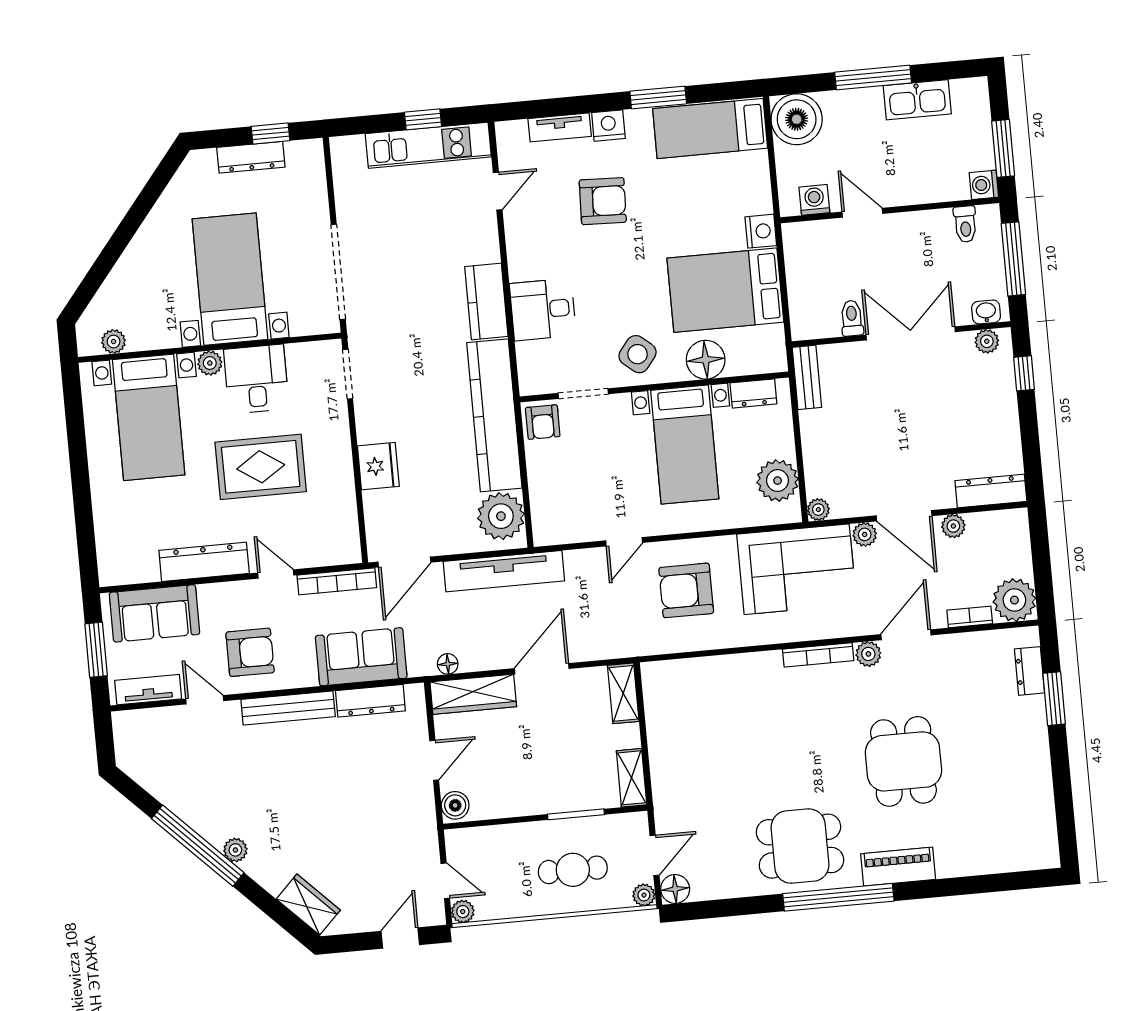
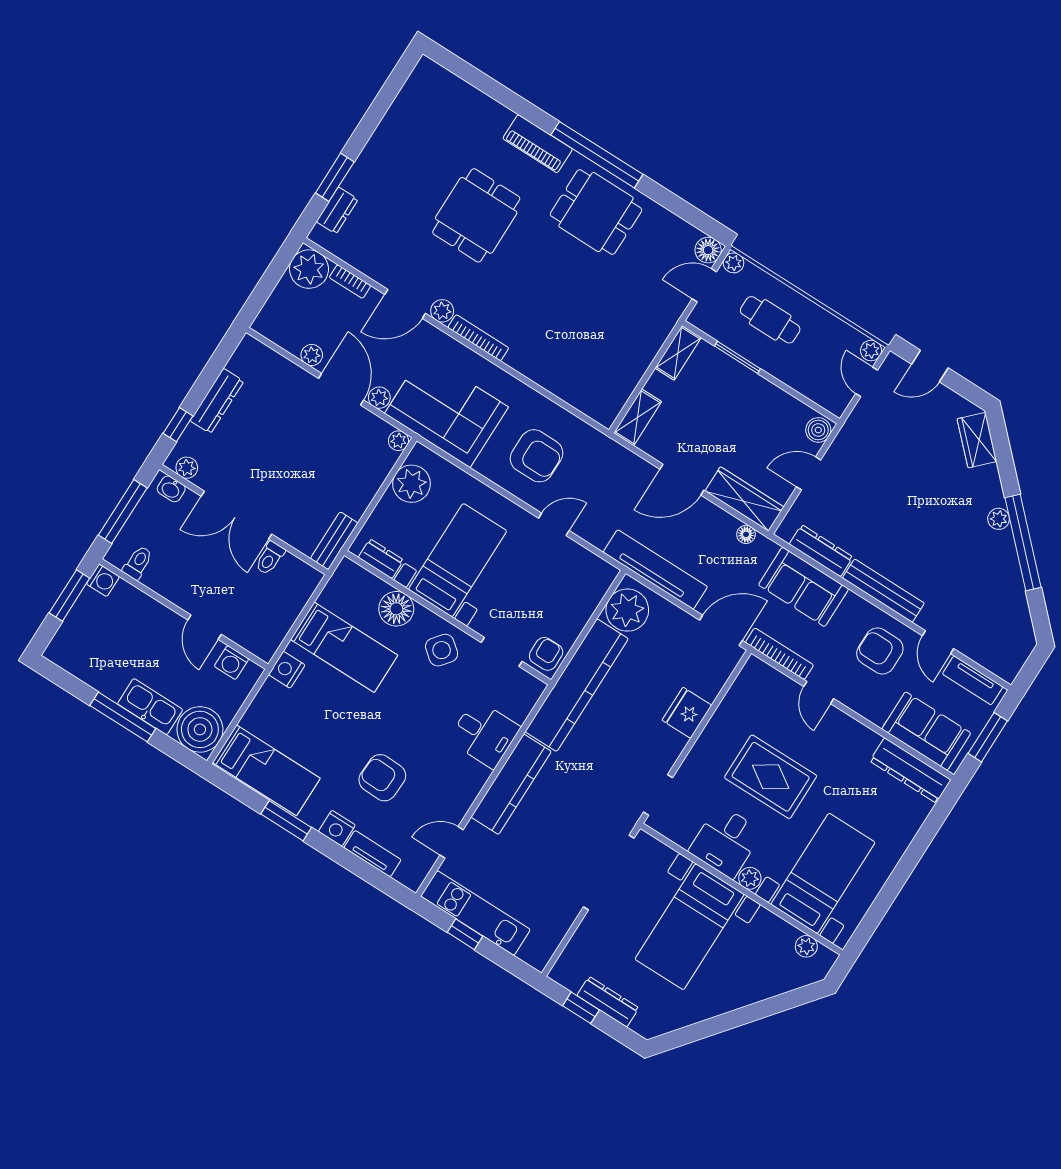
kitchen sink: (917, 100) -> (150, 707), moved
bed: (725, 290) -> (344, 647), width x0.67
kitchen counter: (486, 302) -> (511, 784), width x1.50
dresser: (991, 491) -> (217, 401), moved, turned -90
dresser: (204, 562) -> (910, 770), moved

